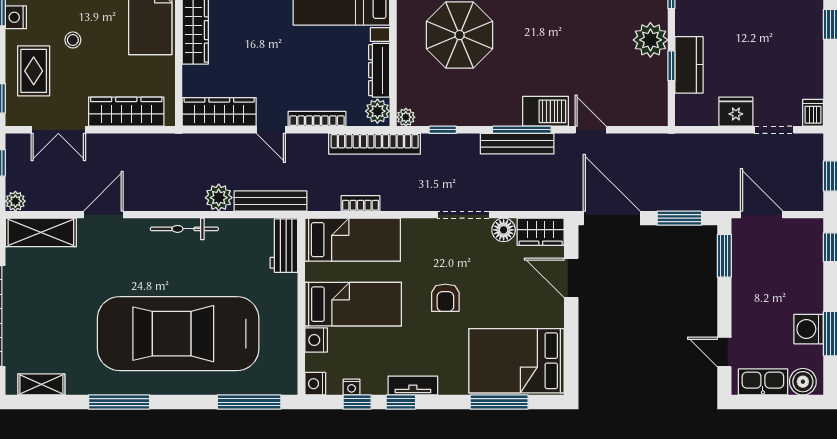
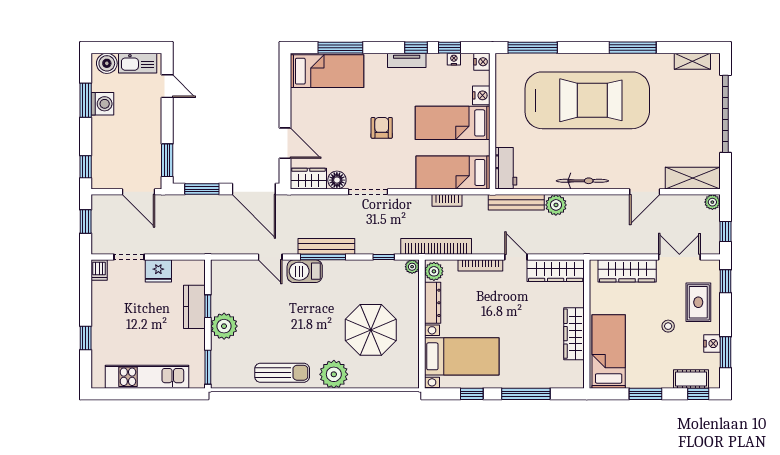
bed: (516, 361) -> (327, 71), width x0.67

